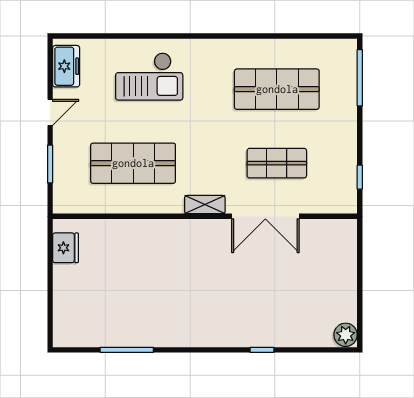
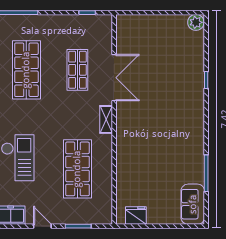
sofa: (82, 330) -> (193, 204), added

